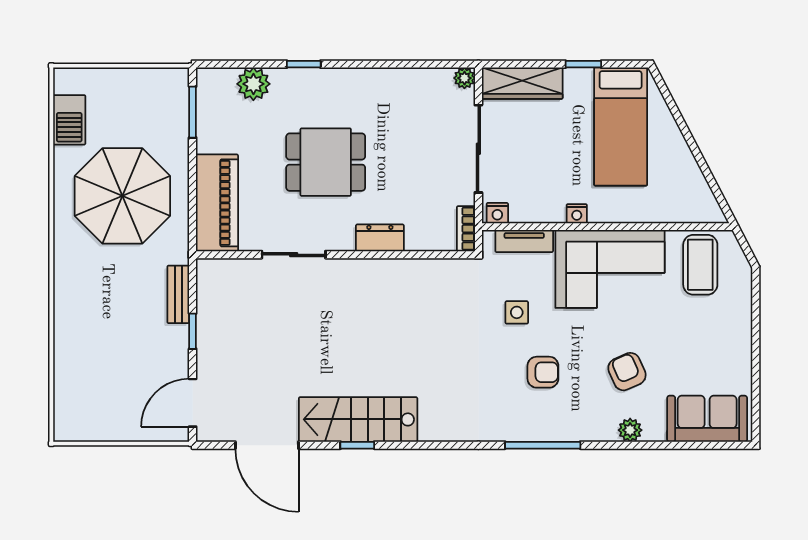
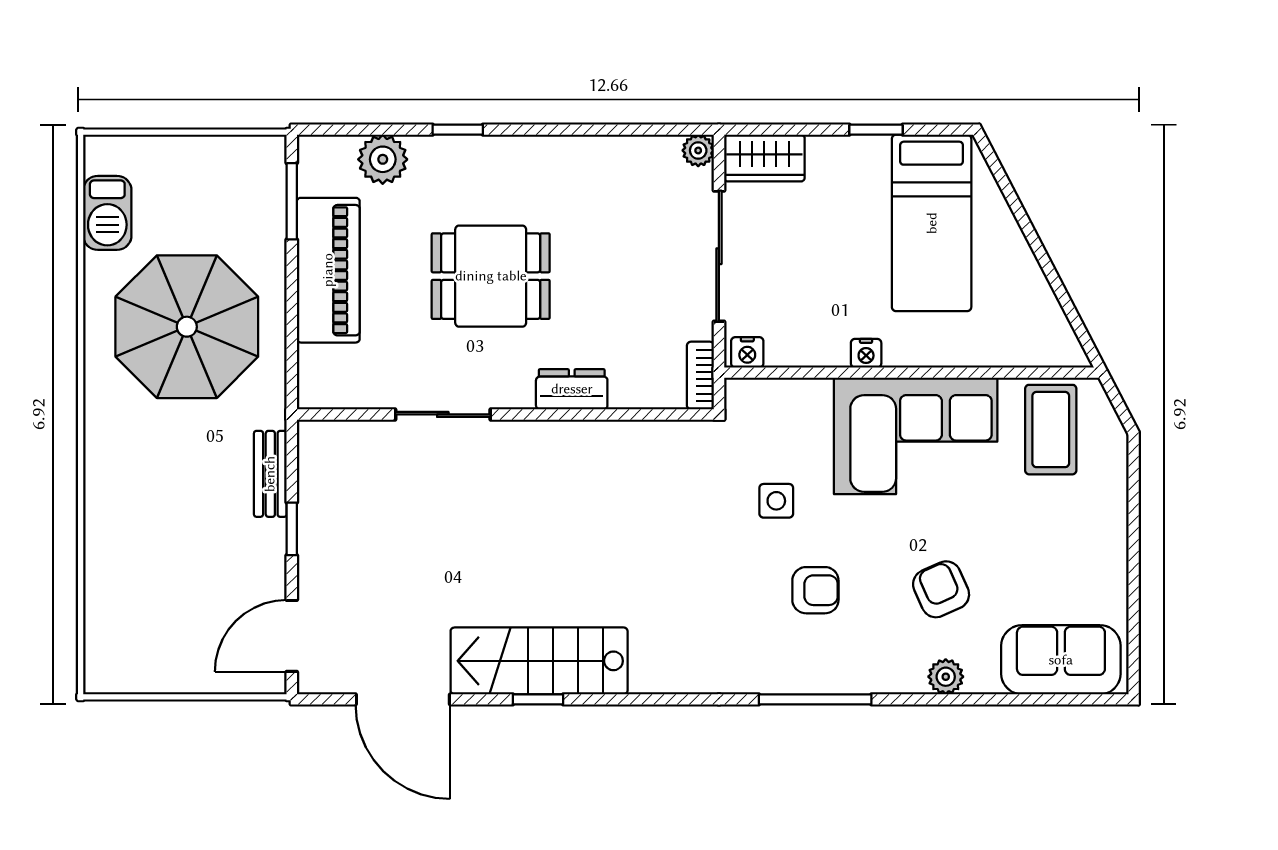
wardrobe: (522, 83) -> (764, 158), width x0.67
piano: (217, 203) -> (328, 270), moved
tv unit: (524, 241) -> (787, 394), removed

